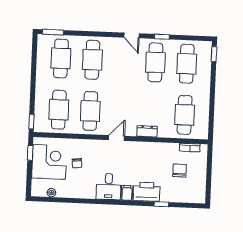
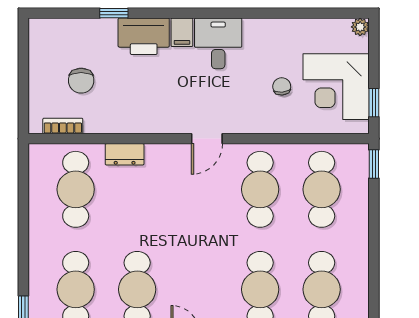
dresser: (147, 131) -> (125, 154), moved
plant: (51, 193) -> (360, 27), moved

